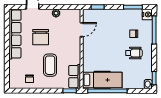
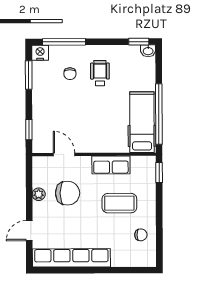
chair: (41, 37) -> (68, 193), moved
row of seats: (75, 77) -> (111, 165), moved

